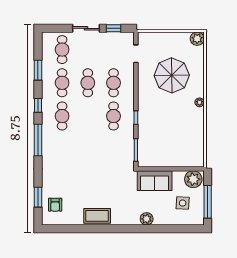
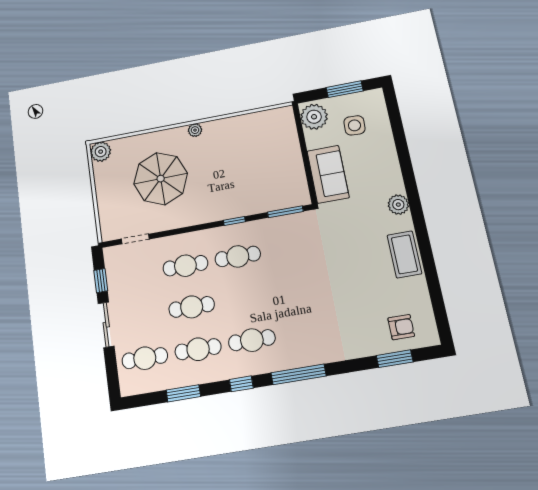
window: (208, 202) -> (345, 89), width x0.69
plant: (147, 219) -> (398, 205), moved

